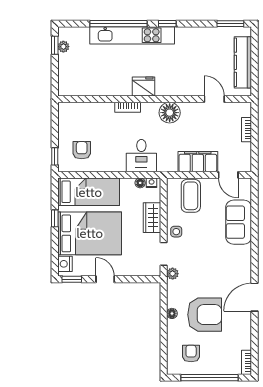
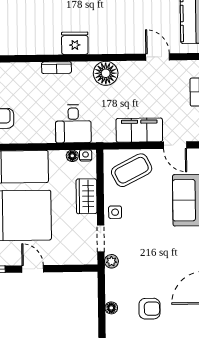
coffee table: (191, 196) -> (132, 170), turned 63
armchair: (205, 315) -> (149, 309), width x0.53, depth x0.53

